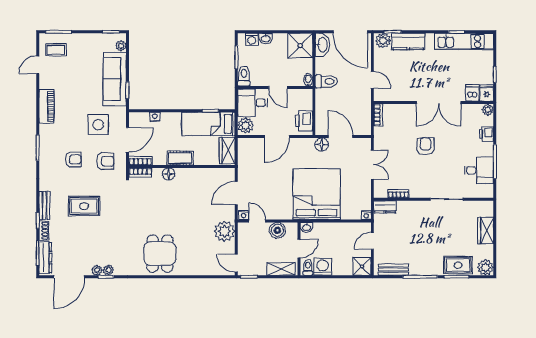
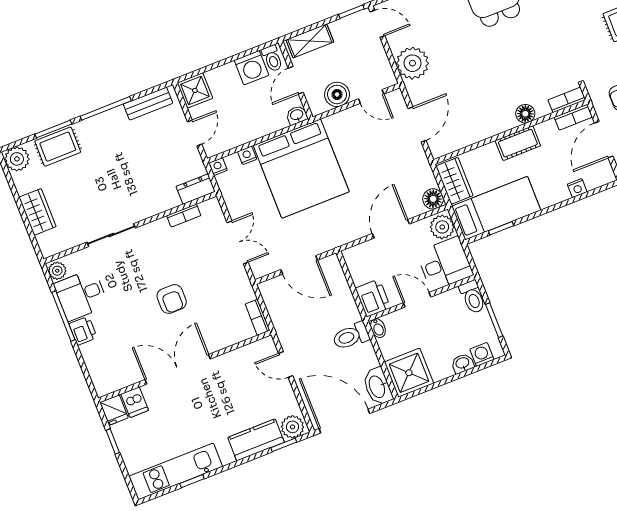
plant: (488, 110) -> (57, 271), moved
printer: (304, 121) -> (373, 298), moved
printer: (487, 134) -> (83, 331), moved
floor lamp: (322, 145) -> (433, 199), moved
double door: (372, 165) -> (238, 242), swing flipped
nightstand: (244, 215) -> (247, 155), moved

